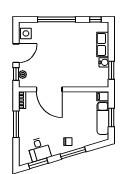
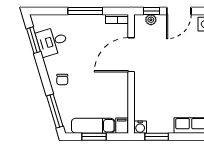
door: (16, 53) -> (179, 11), hinge flipped
water cooler: (104, 62) -> (140, 127), moved
window: (73, 153) -> (55, 111), moved

